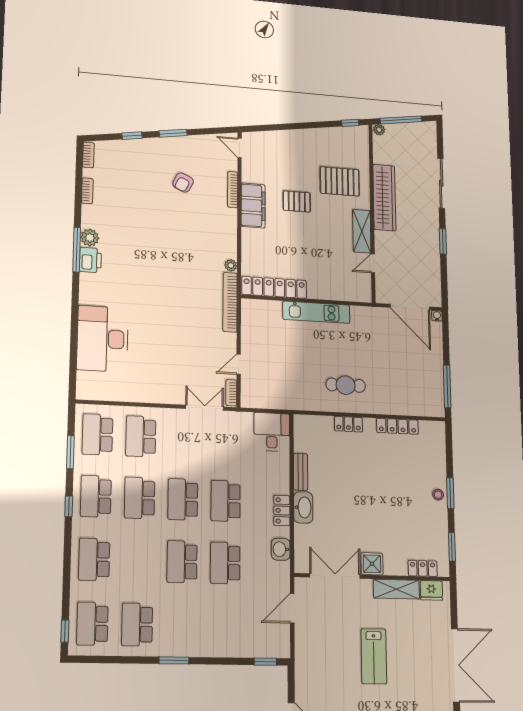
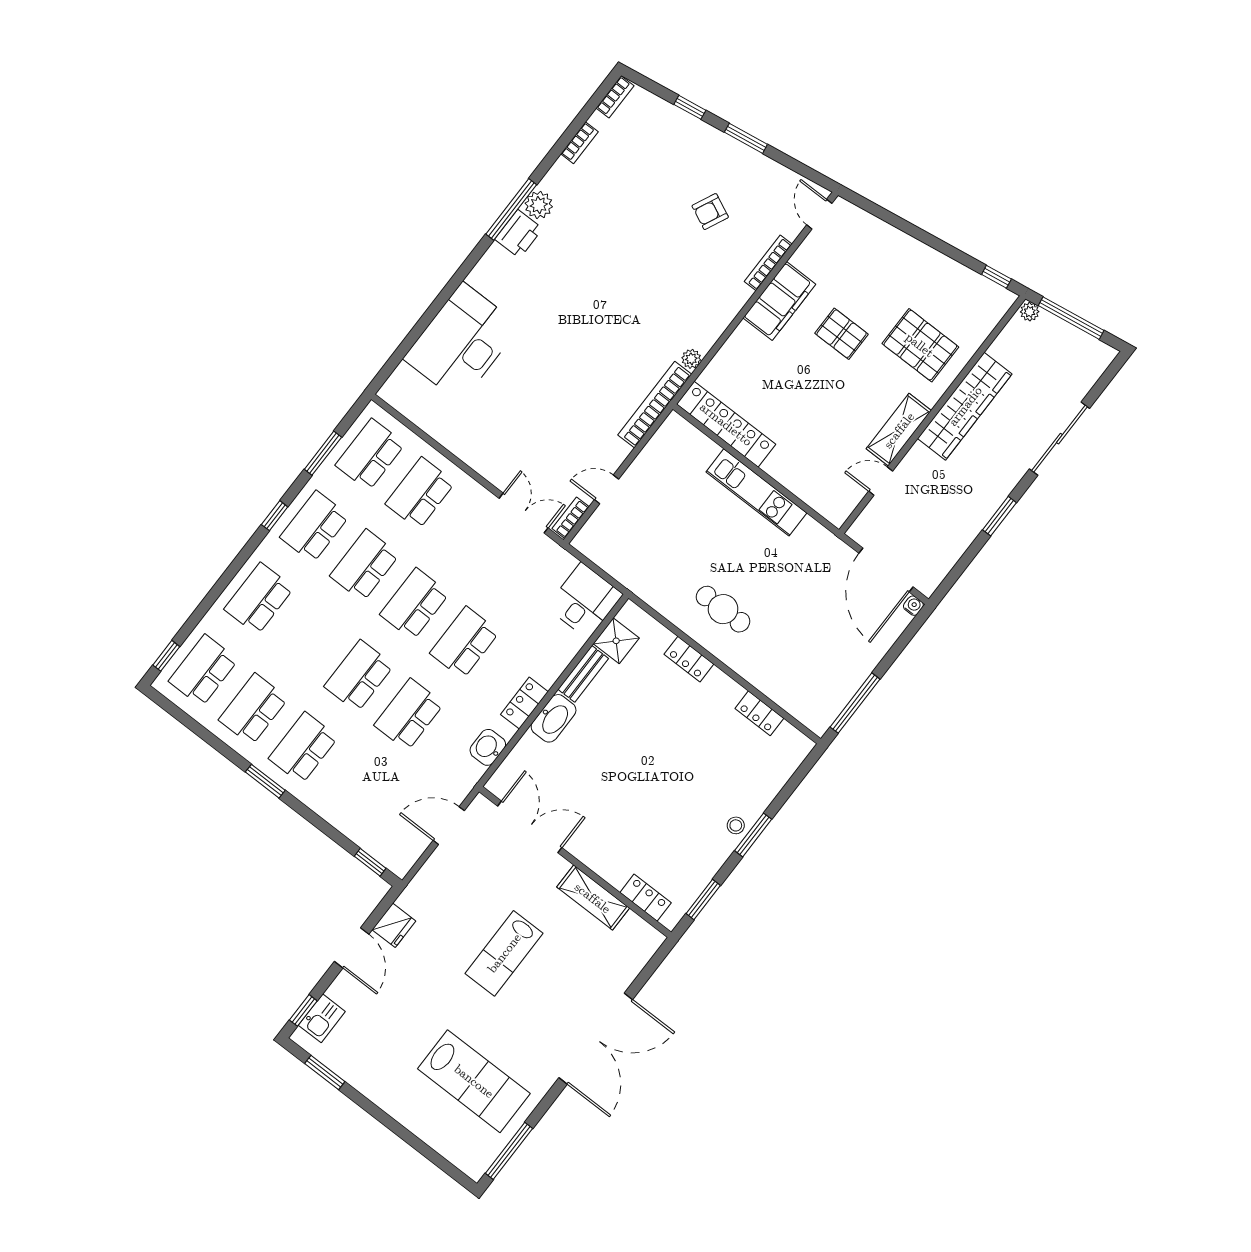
locker: (397, 426) -> (759, 713), width x0.66
shower: (372, 564) -> (616, 641), moved
fridge: (431, 590) -> (394, 925), moved, turned -90
school desk: (181, 625) -> (303, 748), added

